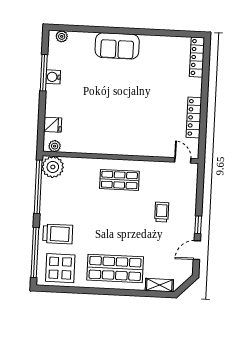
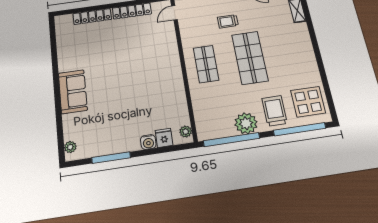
locker: (197, 57) -> (92, 16), moved
water cooler: (53, 77) -> (148, 142), moved
plant: (53, 167) -> (246, 123), moved
shop shelf: (115, 268) -> (250, 58), moved

